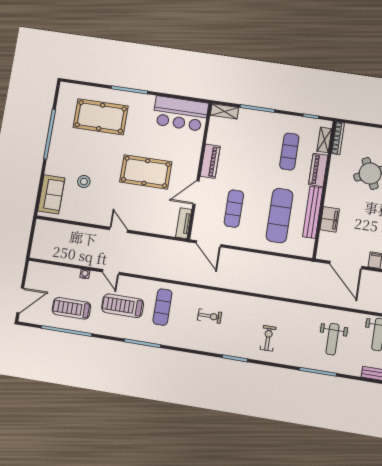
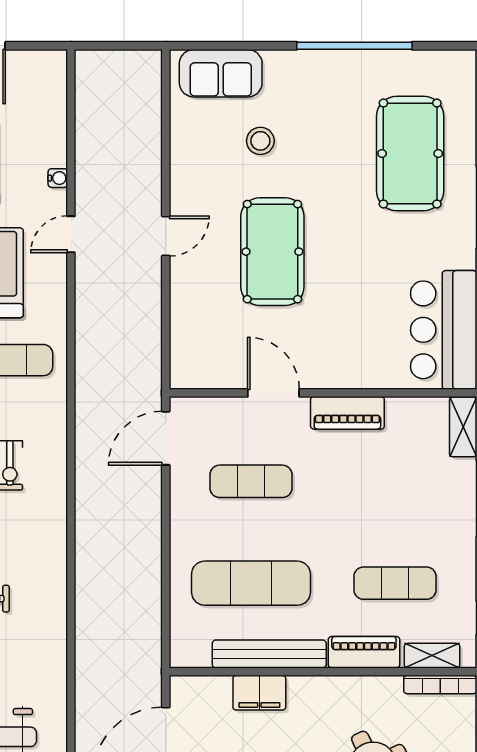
pool table: (146, 172) -> (272, 252), moved
tv unit: (184, 223) -> (202, 377), removed

